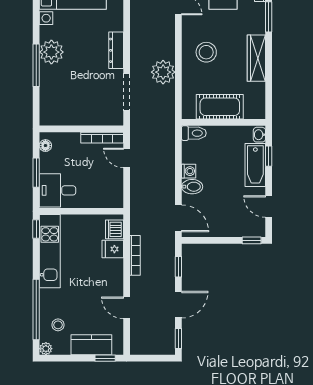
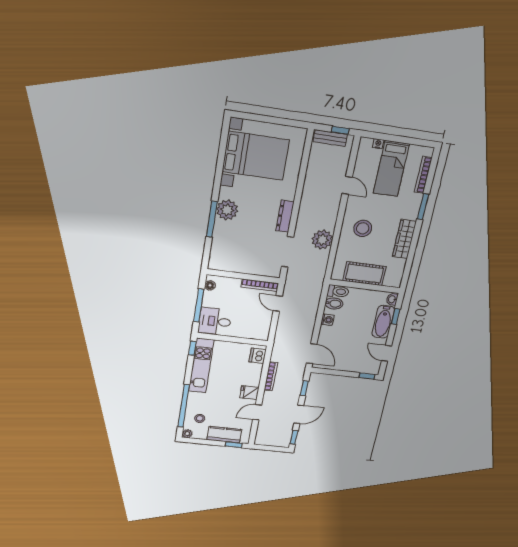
window: (36, 173) -> (199, 306), width x1.44
bidet: (192, 187) -> (334, 303), moved
fridge: (113, 249) -> (249, 393), moved
door: (127, 308) -> (257, 412), hinge flipped

